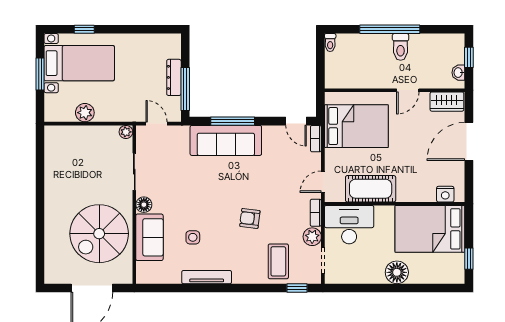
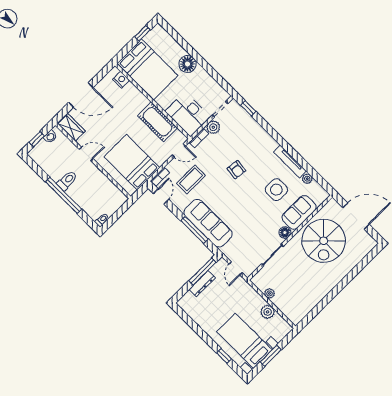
plant: (126, 132) -> (269, 293), moved
spiral stairs: (99, 234) -> (324, 241), turned 90
side table: (193, 237) -> (276, 190), width x1.87, depth x1.87
coffee table: (278, 261) -> (191, 179), moved
plant: (174, 277) -> (307, 179), added

